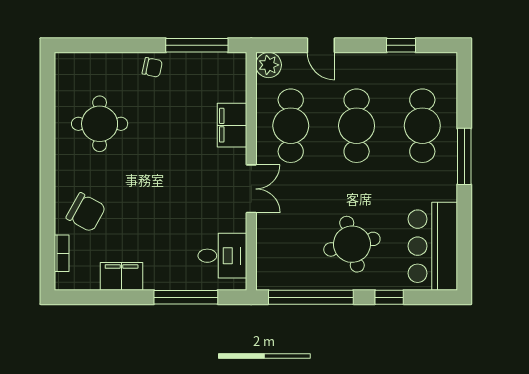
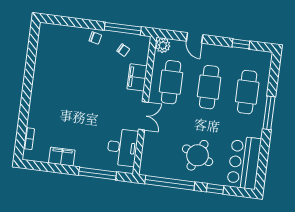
round table: (100, 124) -> (61, 67), removed
chair: (86, 212) -> (123, 50), moved, width x0.54, depth x0.54
round table: (352, 244) -> (198, 155), turned 37
desk: (222, 256) -> (122, 147), width x1.37

